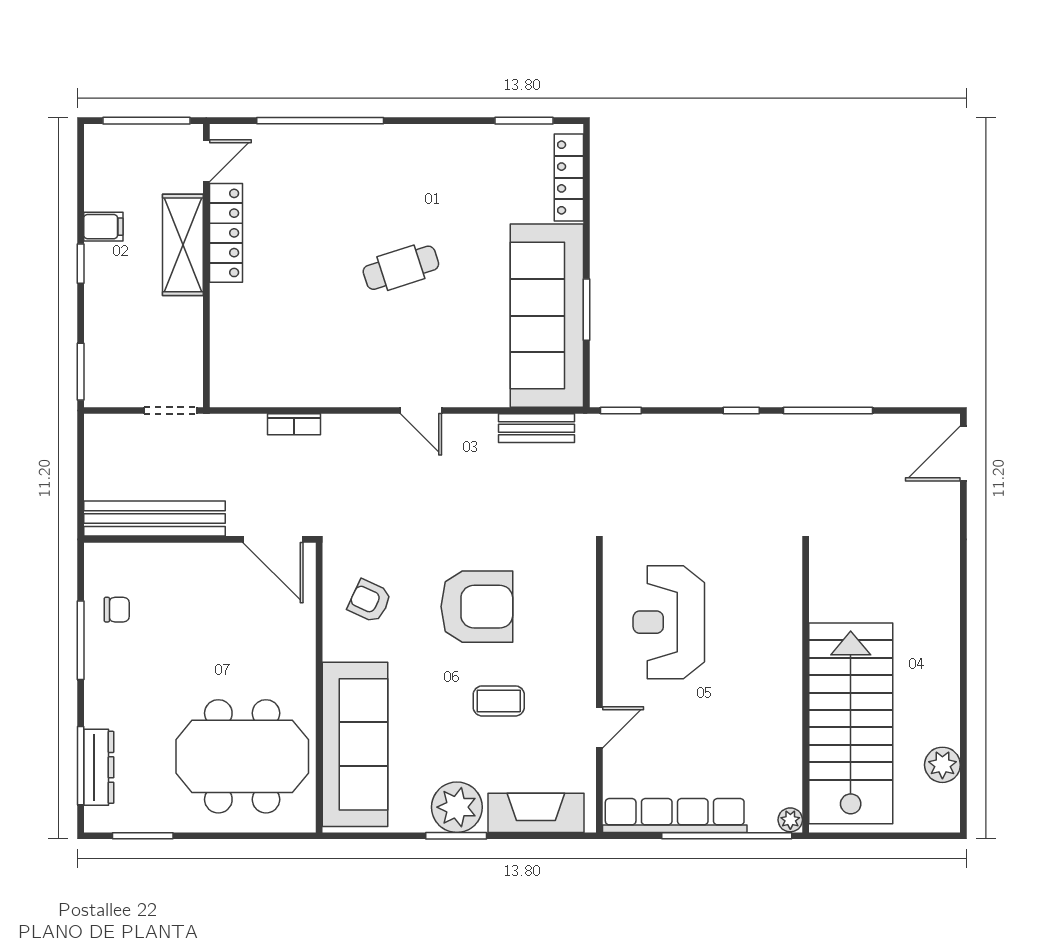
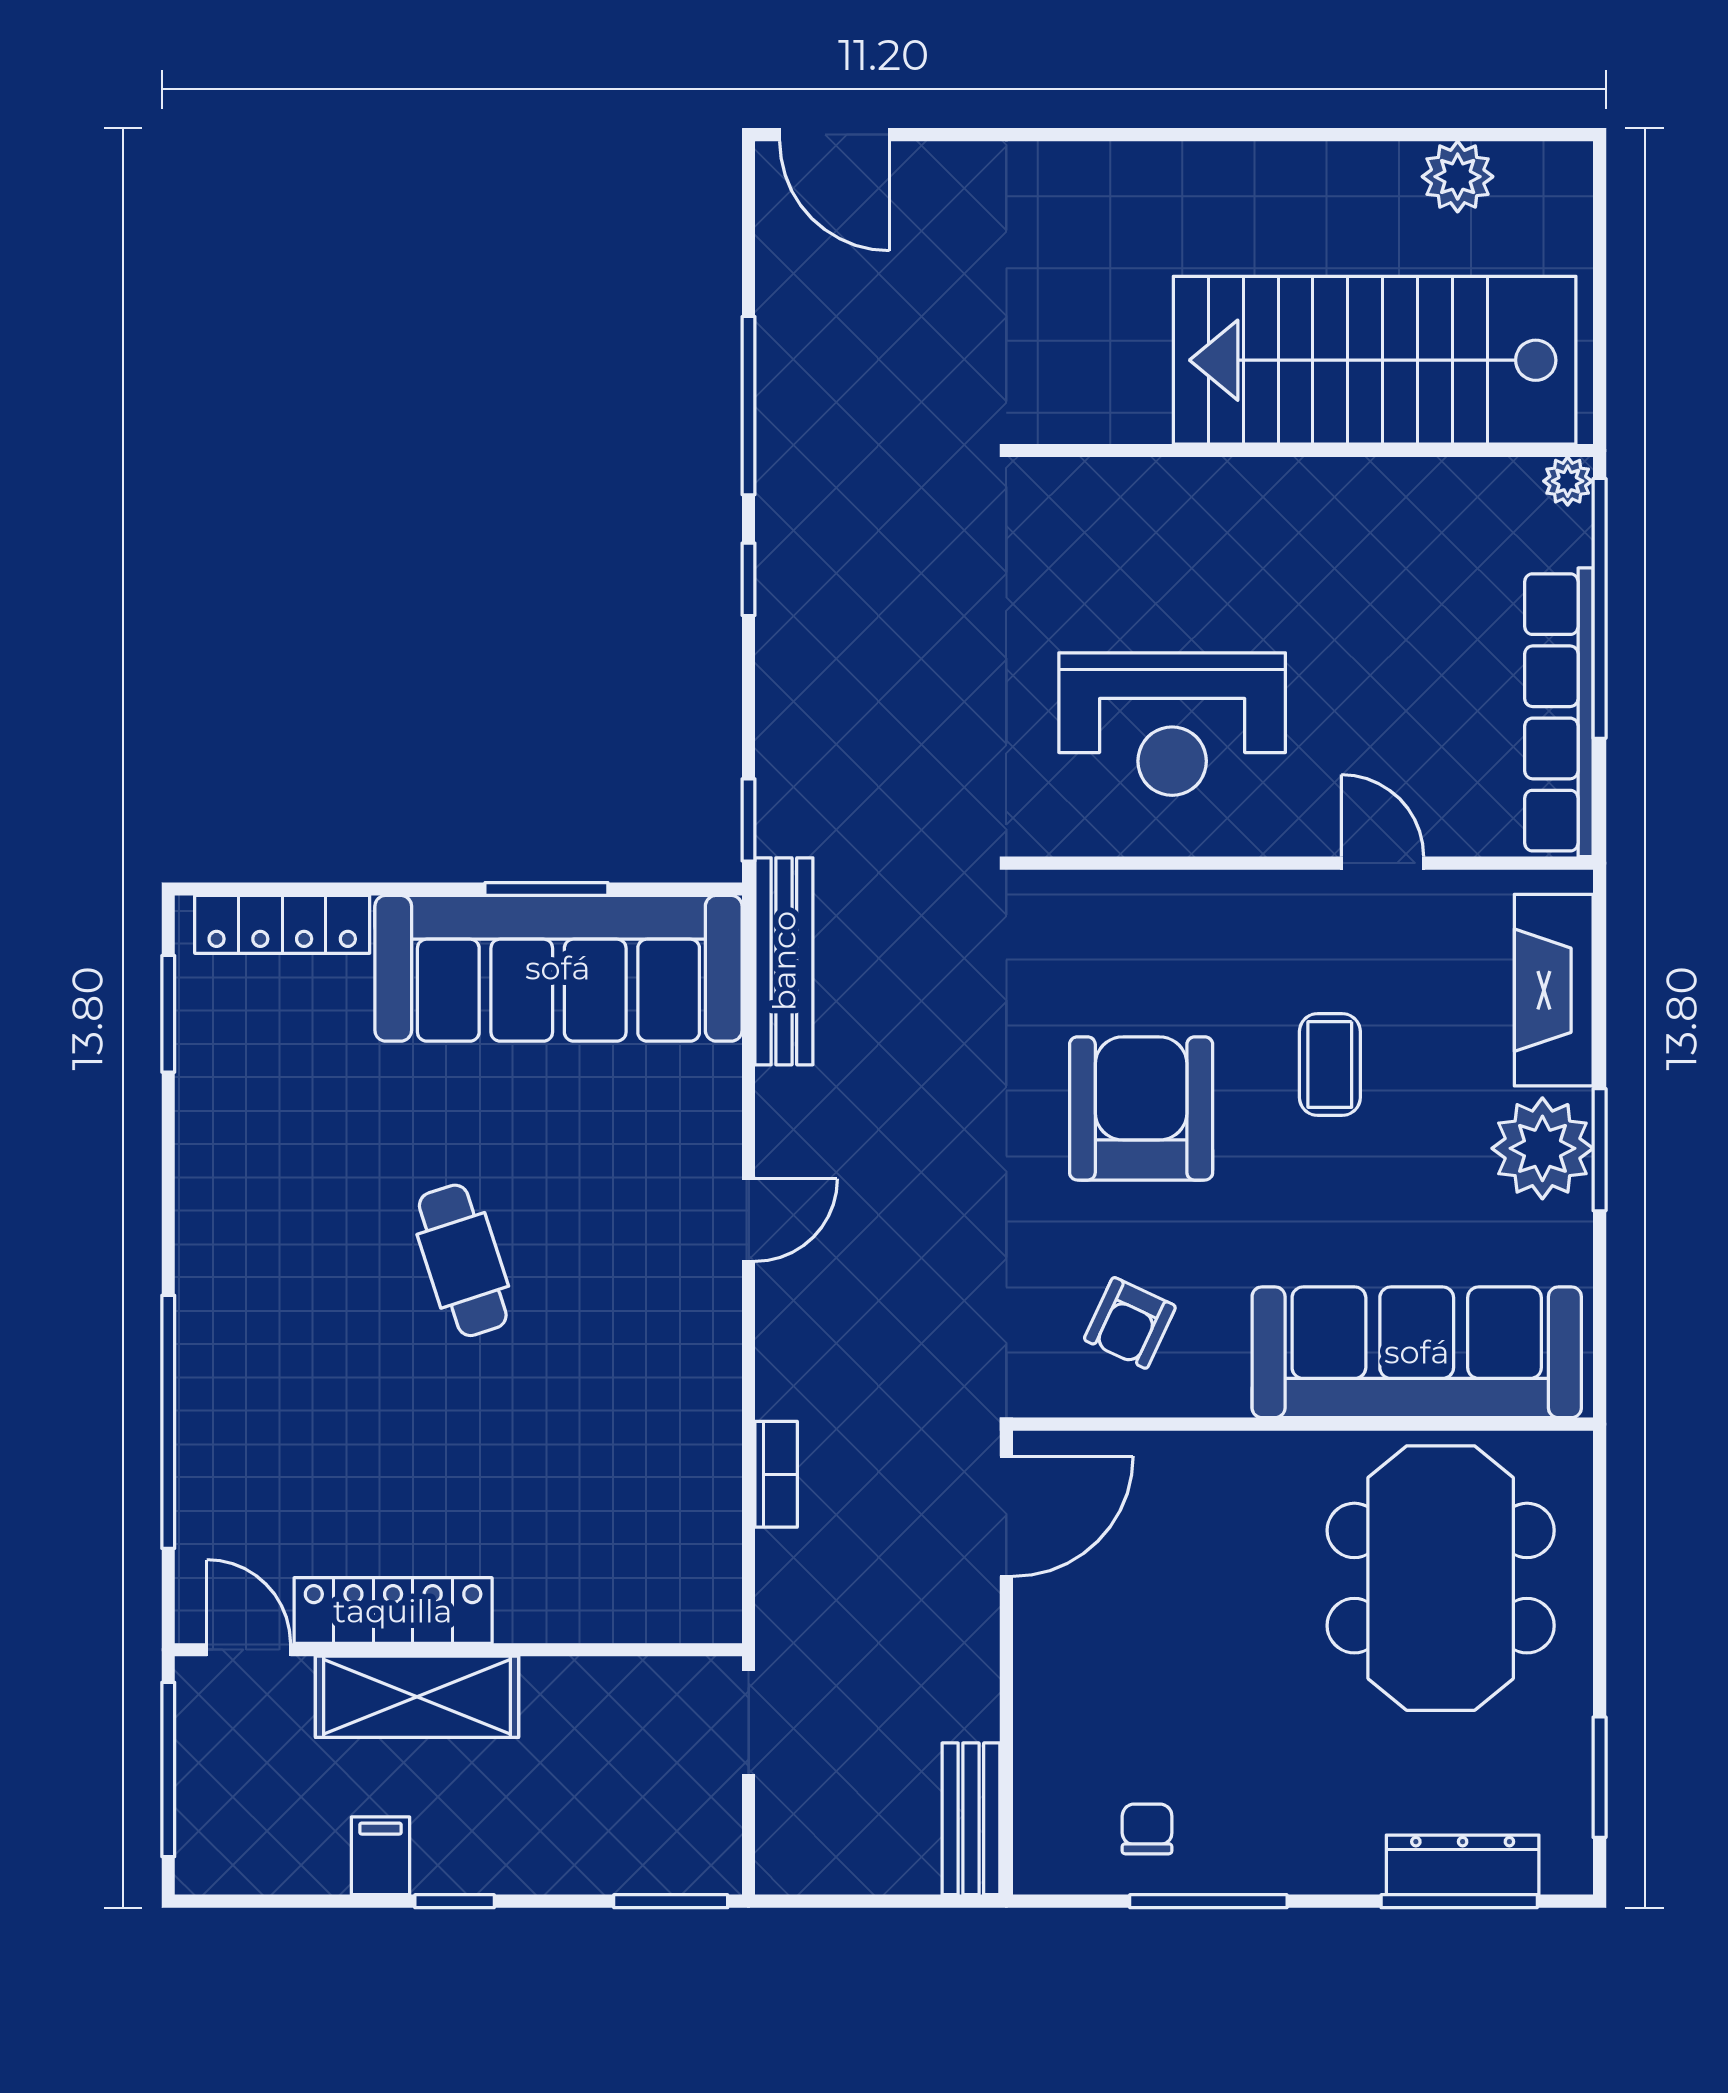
bench: (537, 428) -> (784, 961), width x1.36
bench: (155, 519) -> (971, 1819), width x0.54, depth x0.82

